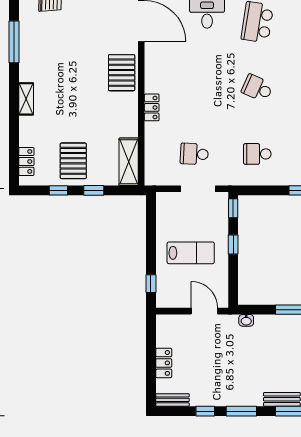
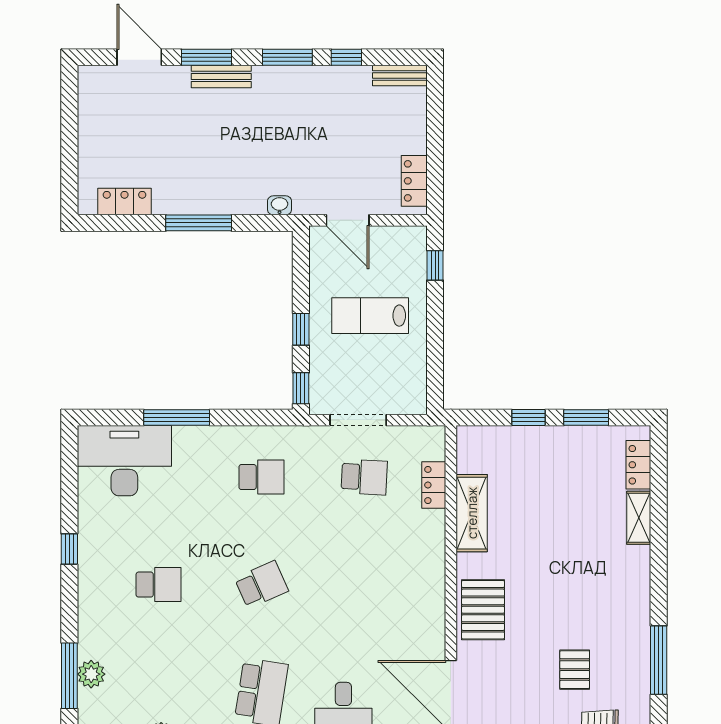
school desk: (257, 88) -> (261, 585), turned -48
shelving: (26, 99) -> (639, 518), moved
locker: (152, 107) -> (434, 485), moved
pallet: (73, 161) -> (575, 670), moved, width x0.67, depth x0.71
shelving: (129, 162) -> (472, 513), moved
window: (58, 190) -> (586, 418), width x1.50
locker: (164, 363) -> (414, 181), moved

